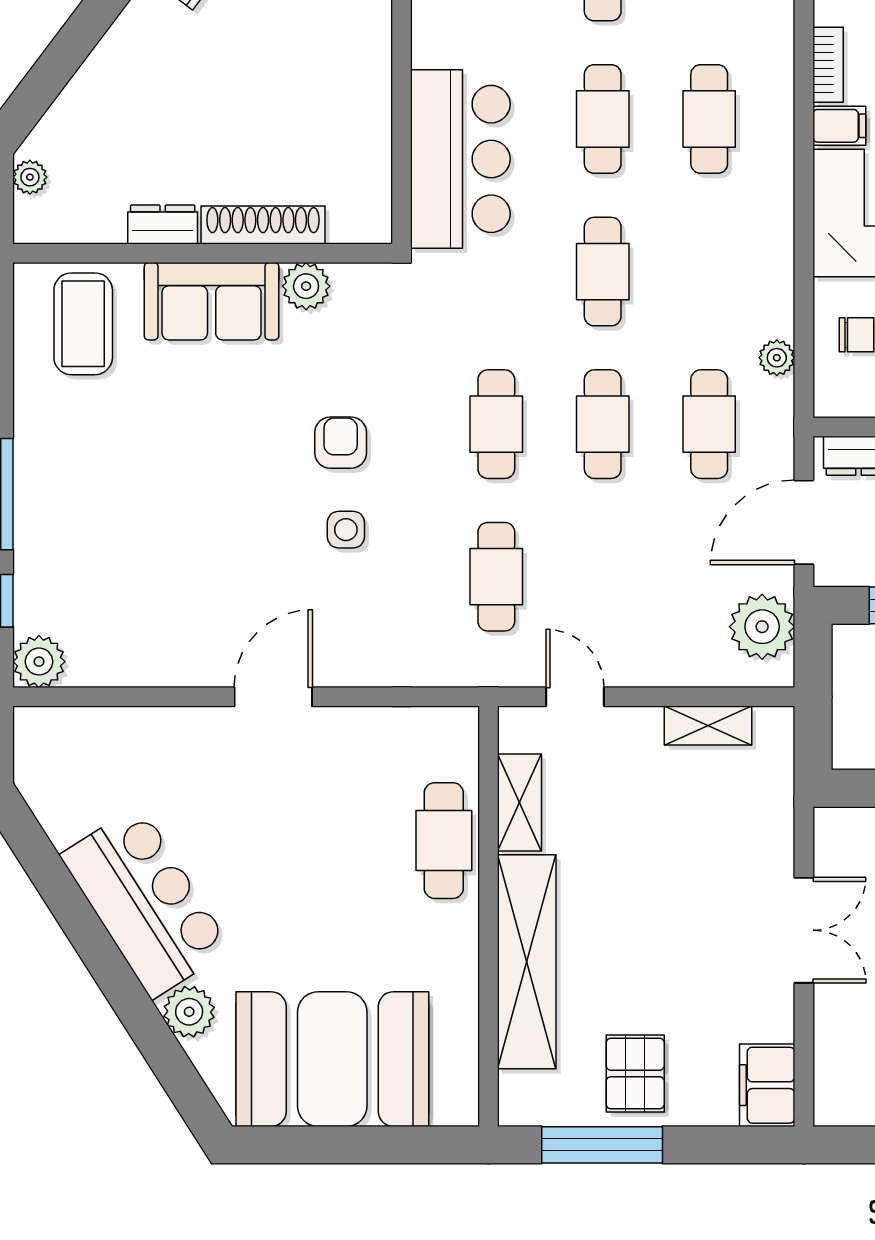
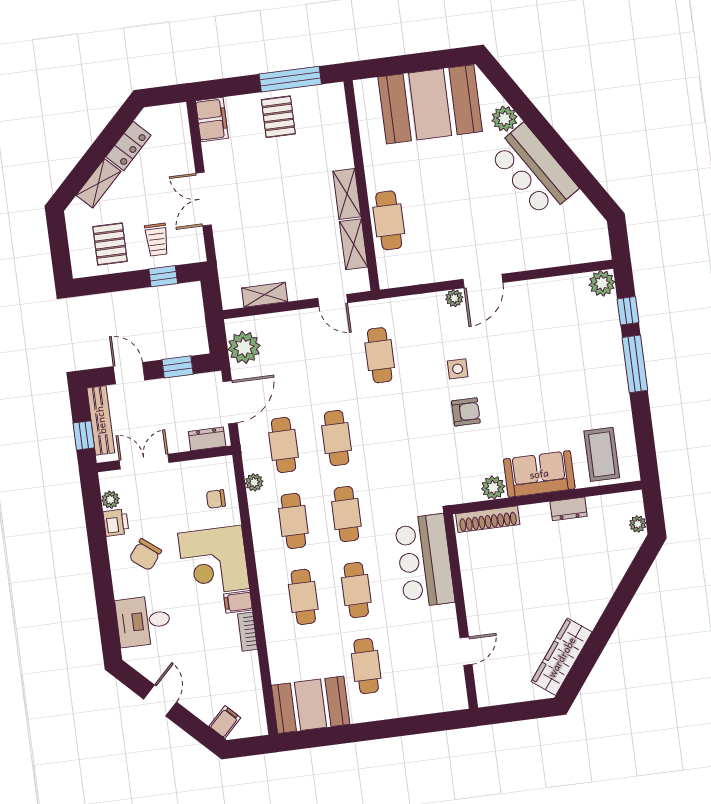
shoe rack: (263, 225) -> (488, 519), moved
cafe table: (496, 424) -> (293, 521), moved
armchair: (341, 443) -> (466, 412), turned -90
plant: (334, 670) -> (454, 298), added
shelving: (527, 962) -> (347, 194), width x0.45, depth x0.75

